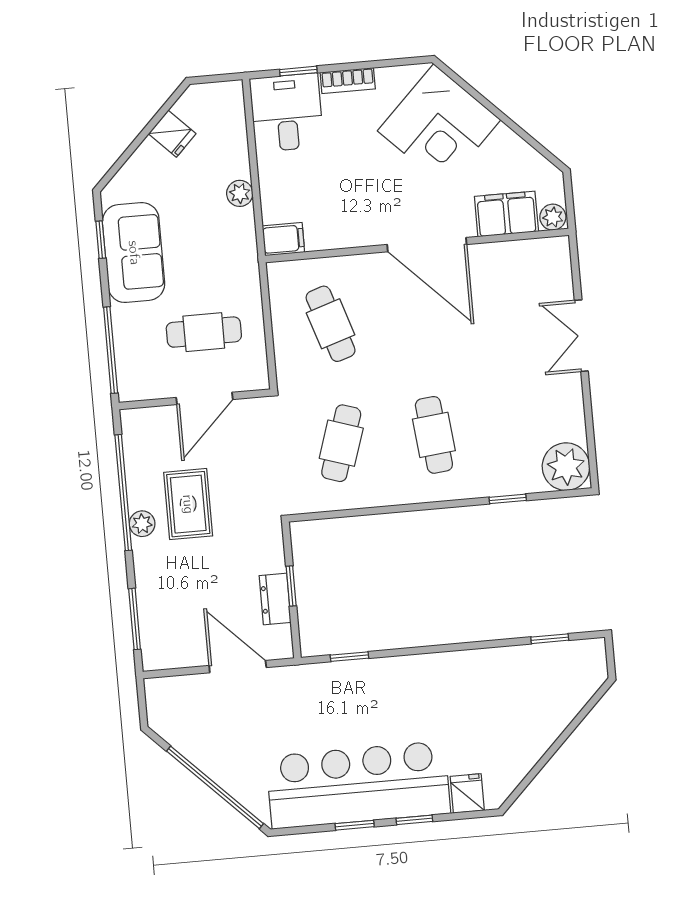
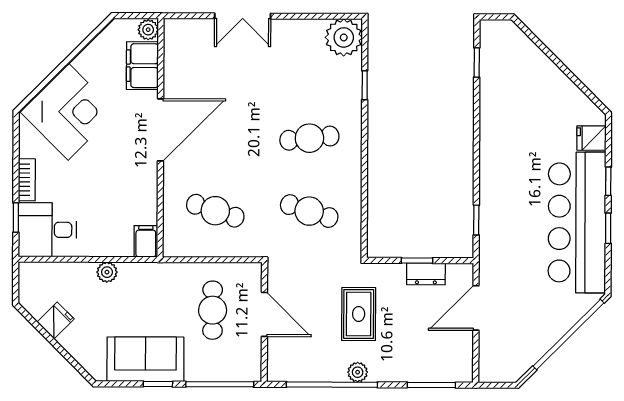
window: (101, 240) -> (158, 384), moved
cafe table: (331, 324) -> (215, 211), turned 36
rug: (188, 504) -> (359, 314), moved, turned 90

